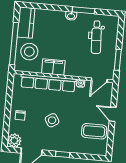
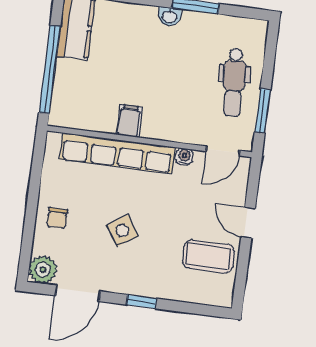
dental chair: (96, 37) -> (234, 82), moved
stool: (29, 52) -> (81, 87), removed
filing cabinet: (53, 67) -> (129, 121), width x0.50

